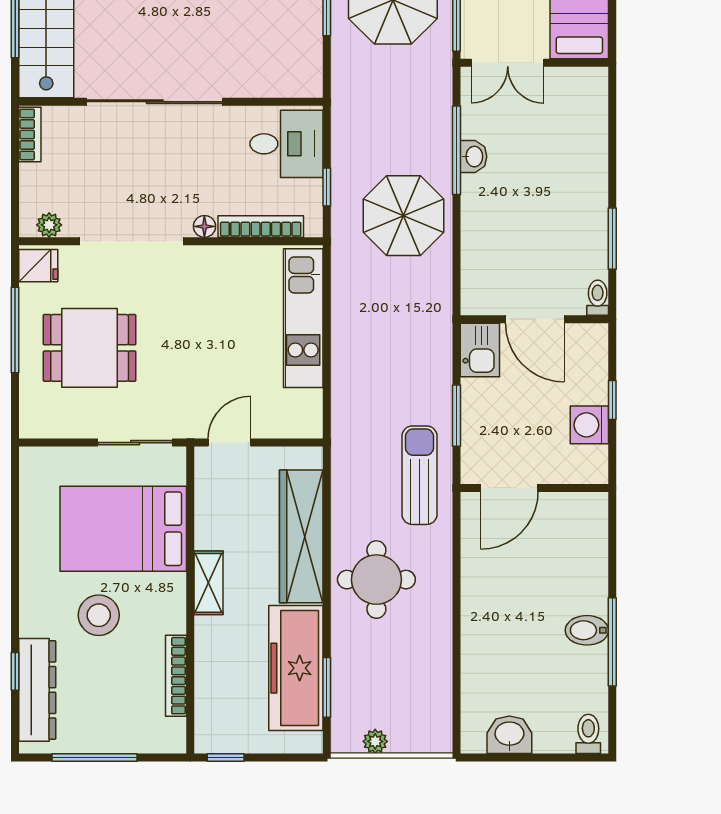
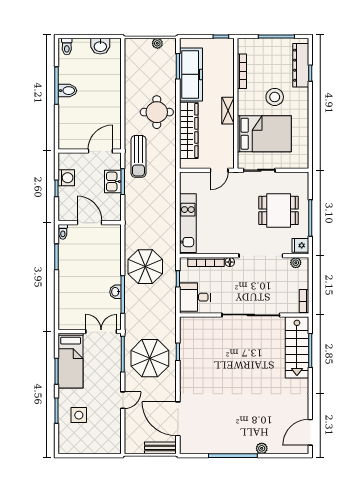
kitchen sink: (480, 350) -> (113, 182), moved

